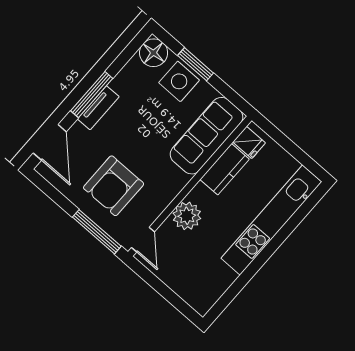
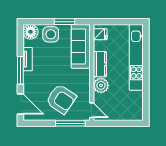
window: (195, 64) -> (65, 22), moved
tv unit: (98, 108) -> (28, 59), moved
kitchen counter: (225, 169) -> (100, 64), moved
armchair: (114, 186) -> (61, 99), turned -56

